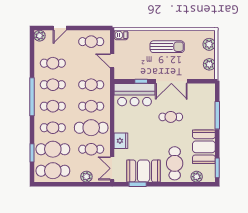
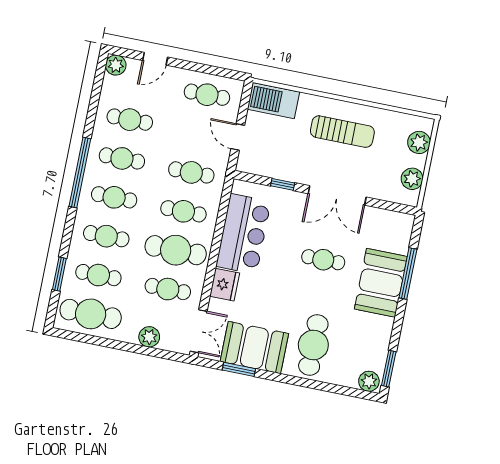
barbecue: (121, 35) -> (273, 101), width x1.88, depth x1.53
bar counter: (135, 95) -> (243, 234), moved, turned -90
booth: (204, 147) -> (381, 283), moved
cafe table: (53, 149) -> (98, 275), width x0.73, depth x0.74
double door: (112, 168) -> (199, 331), swing flipped
plant: (197, 177) -> (369, 381), moved

